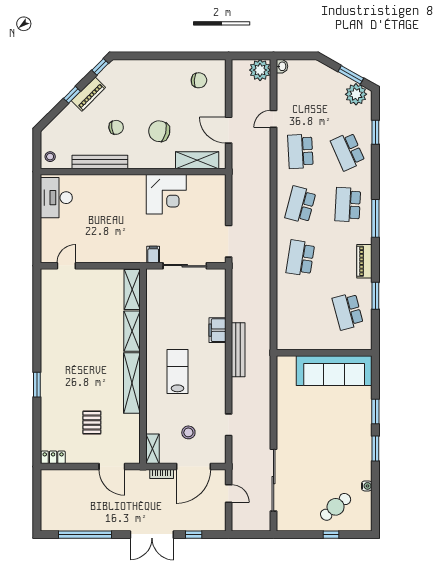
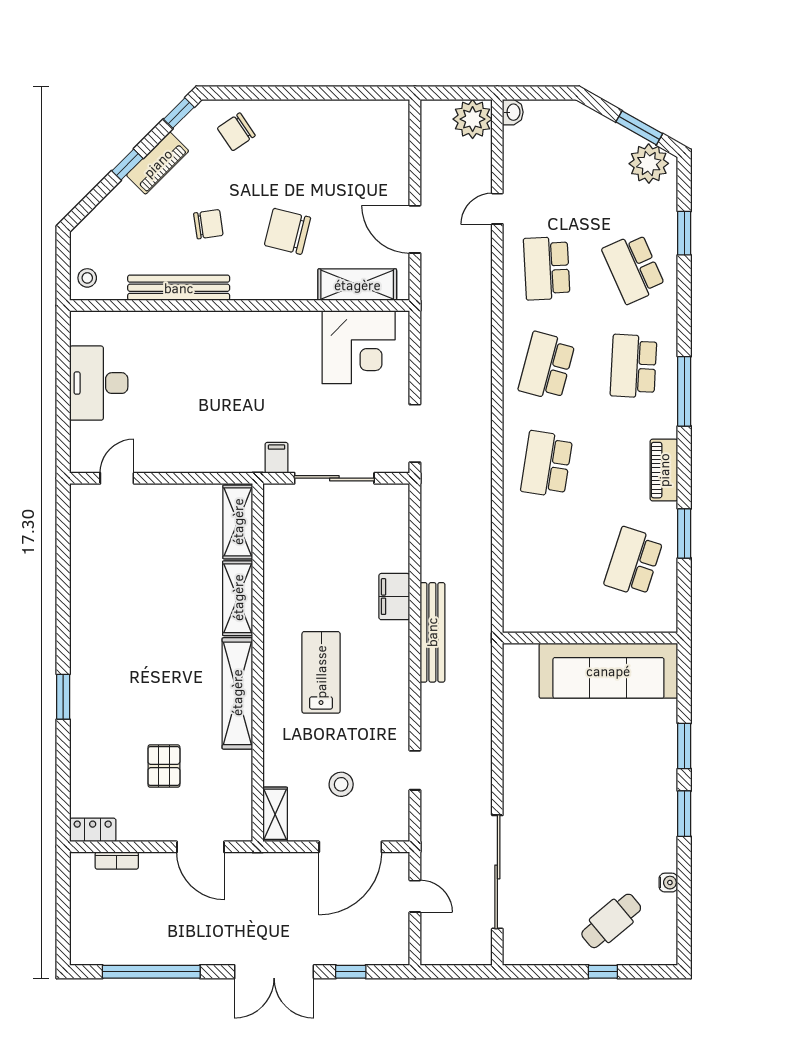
chair: (199, 80) -> (236, 132), moved, turned 142
corner desk: (166, 194) -> (359, 347), moved
desk: (56, 198) -> (99, 383), moved
school desk: (348, 311) -> (634, 562), turned 33
bookcase: (162, 474) -> (117, 861), moved

